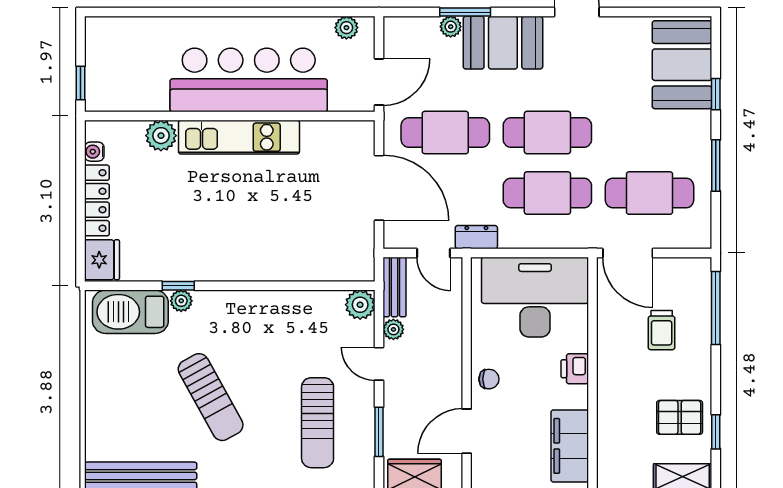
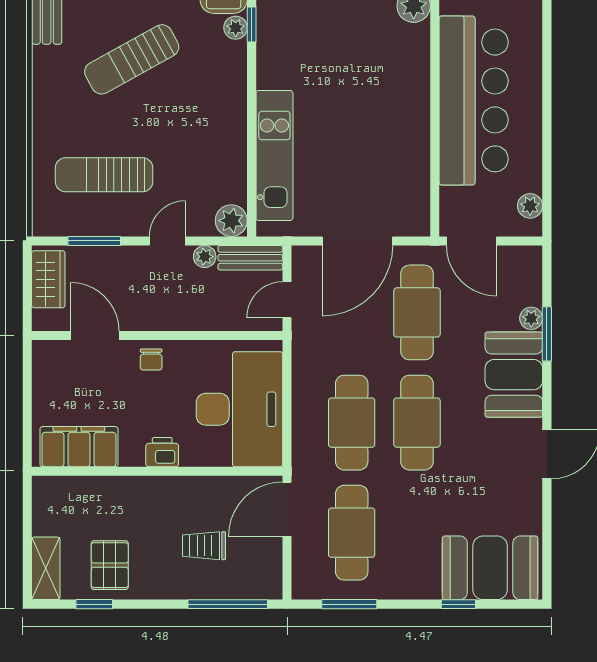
kitchen unit: (239, 137) -> (274, 155), moved, turned 180
window: (716, 165) -> (349, 604), moved
dresser: (476, 237) -> (304, 346), removed

